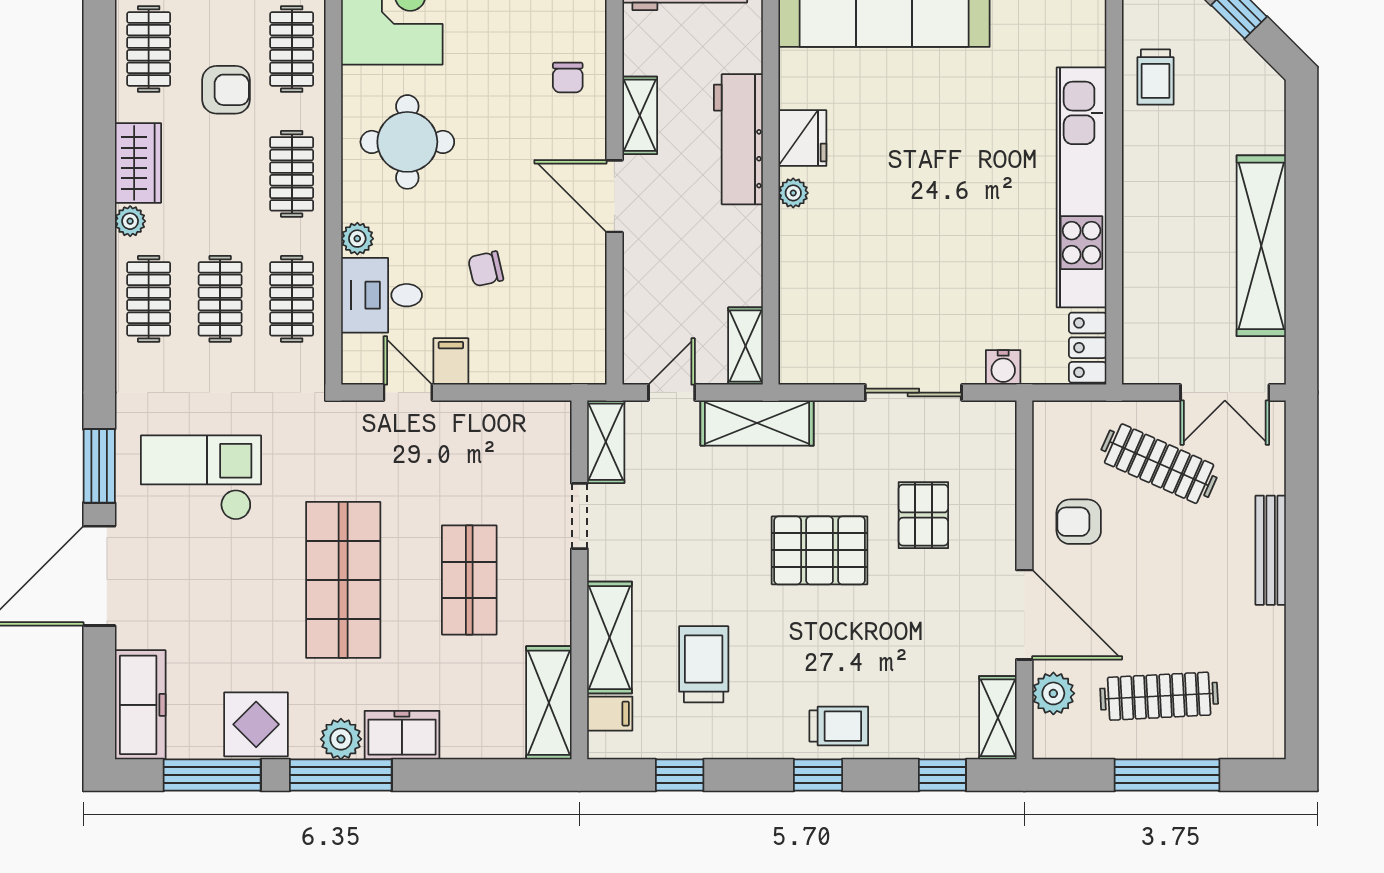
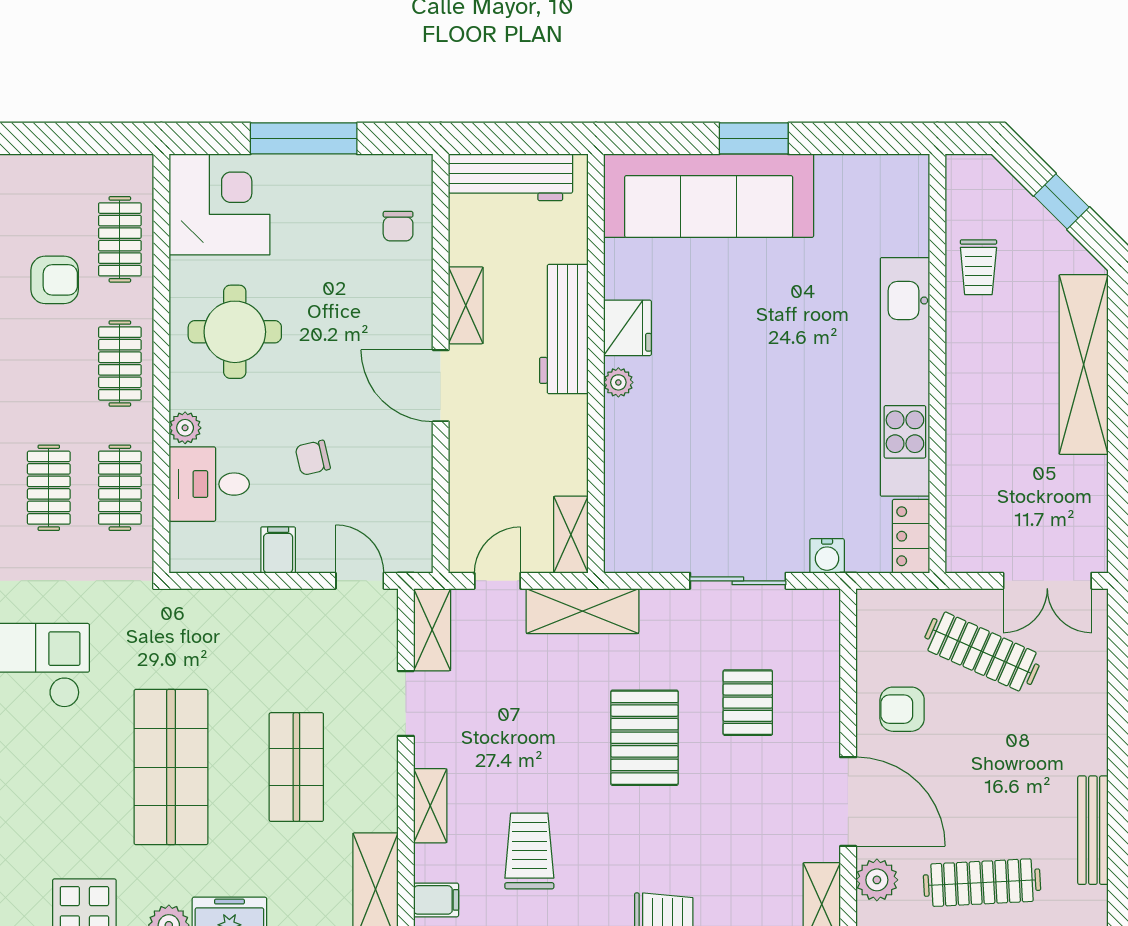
chair: (568, 78) -> (398, 226), moved
shelving: (1261, 246) -> (1084, 365), moved
door: (408, 393) -> (360, 581), moved
pallet: (820, 550) -> (645, 738), turned 90
bench: (1271, 550) -> (1093, 830), moved
shelving: (610, 638) -> (430, 806), width x0.67, depth x0.75

